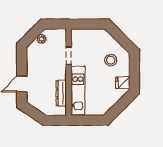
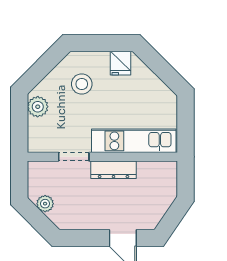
plant: (98, 35) -> (38, 107), added
dresser: (61, 93) -> (114, 170), moved

